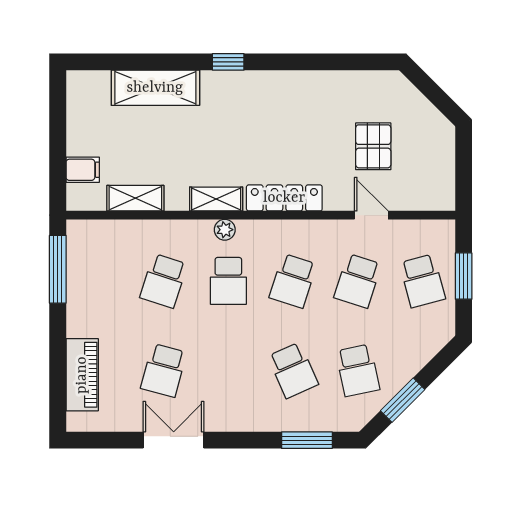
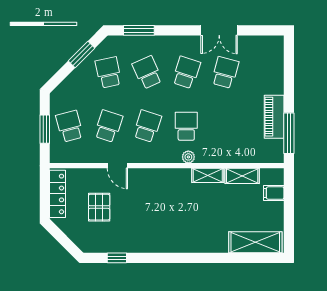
window: (228, 62) -> (117, 258), moved
shelving: (155, 88) -> (255, 242), moved
locker: (284, 198) -> (58, 194), moved, turned -90
shelving: (216, 199) -> (208, 175), moved
door: (371, 215) -> (117, 166), moved
school desk: (164, 281) -> (186, 72), moved
piano: (82, 375) -> (274, 117), moved

